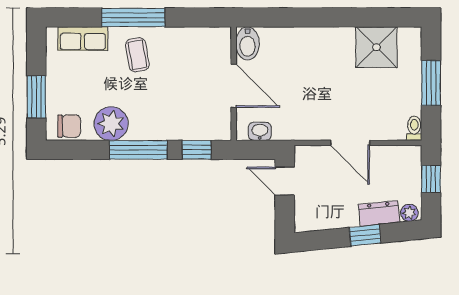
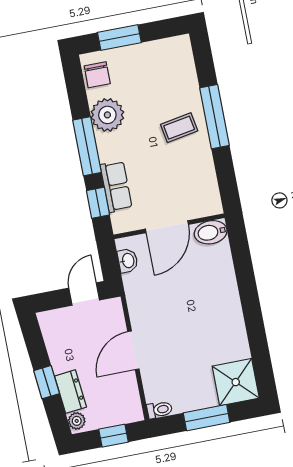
row of seats: (83, 39) -> (116, 186), moved, turned 180
shower: (376, 47) -> (236, 382), moved

